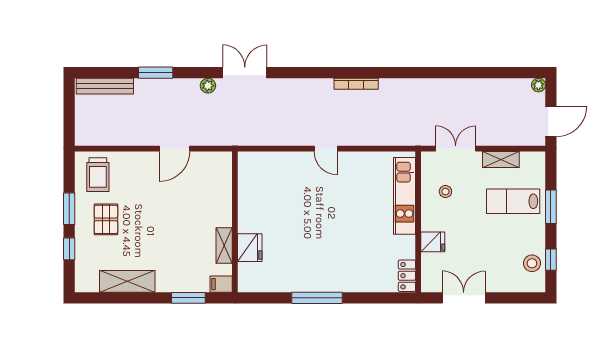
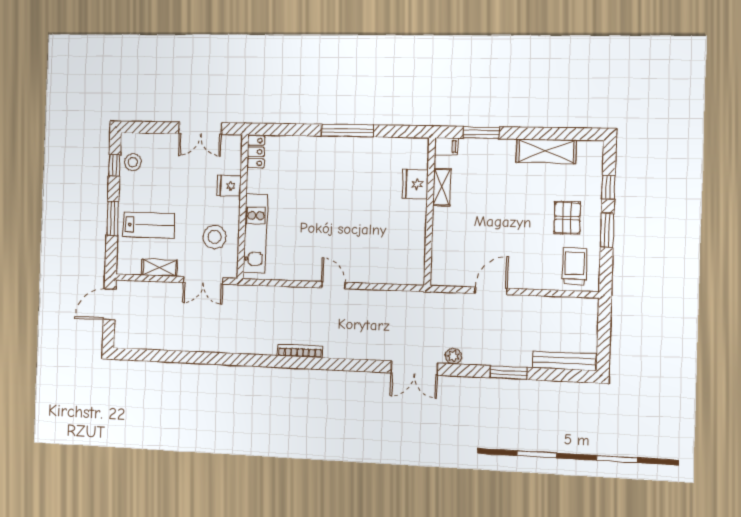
plant: (538, 85) -> (120, 341), removed
stool: (445, 192) -> (215, 237), width x1.89, depth x1.89

